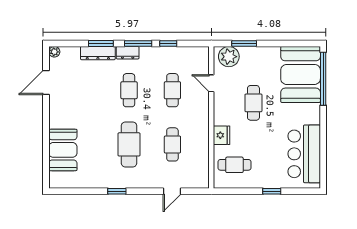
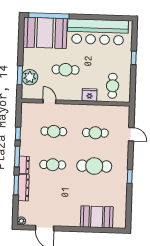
plant: (229, 57) -> (30, 77), moved
door: (211, 83) -> (49, 101), swing flipped
bar counter: (304, 154) -> (98, 32), width x1.36

